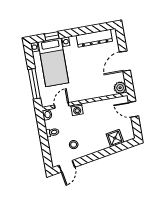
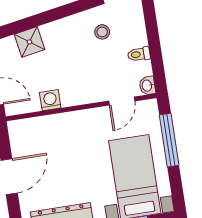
plant: (120, 88) -> (19, 130), removed
washing machine: (77, 110) -> (50, 100), moved

